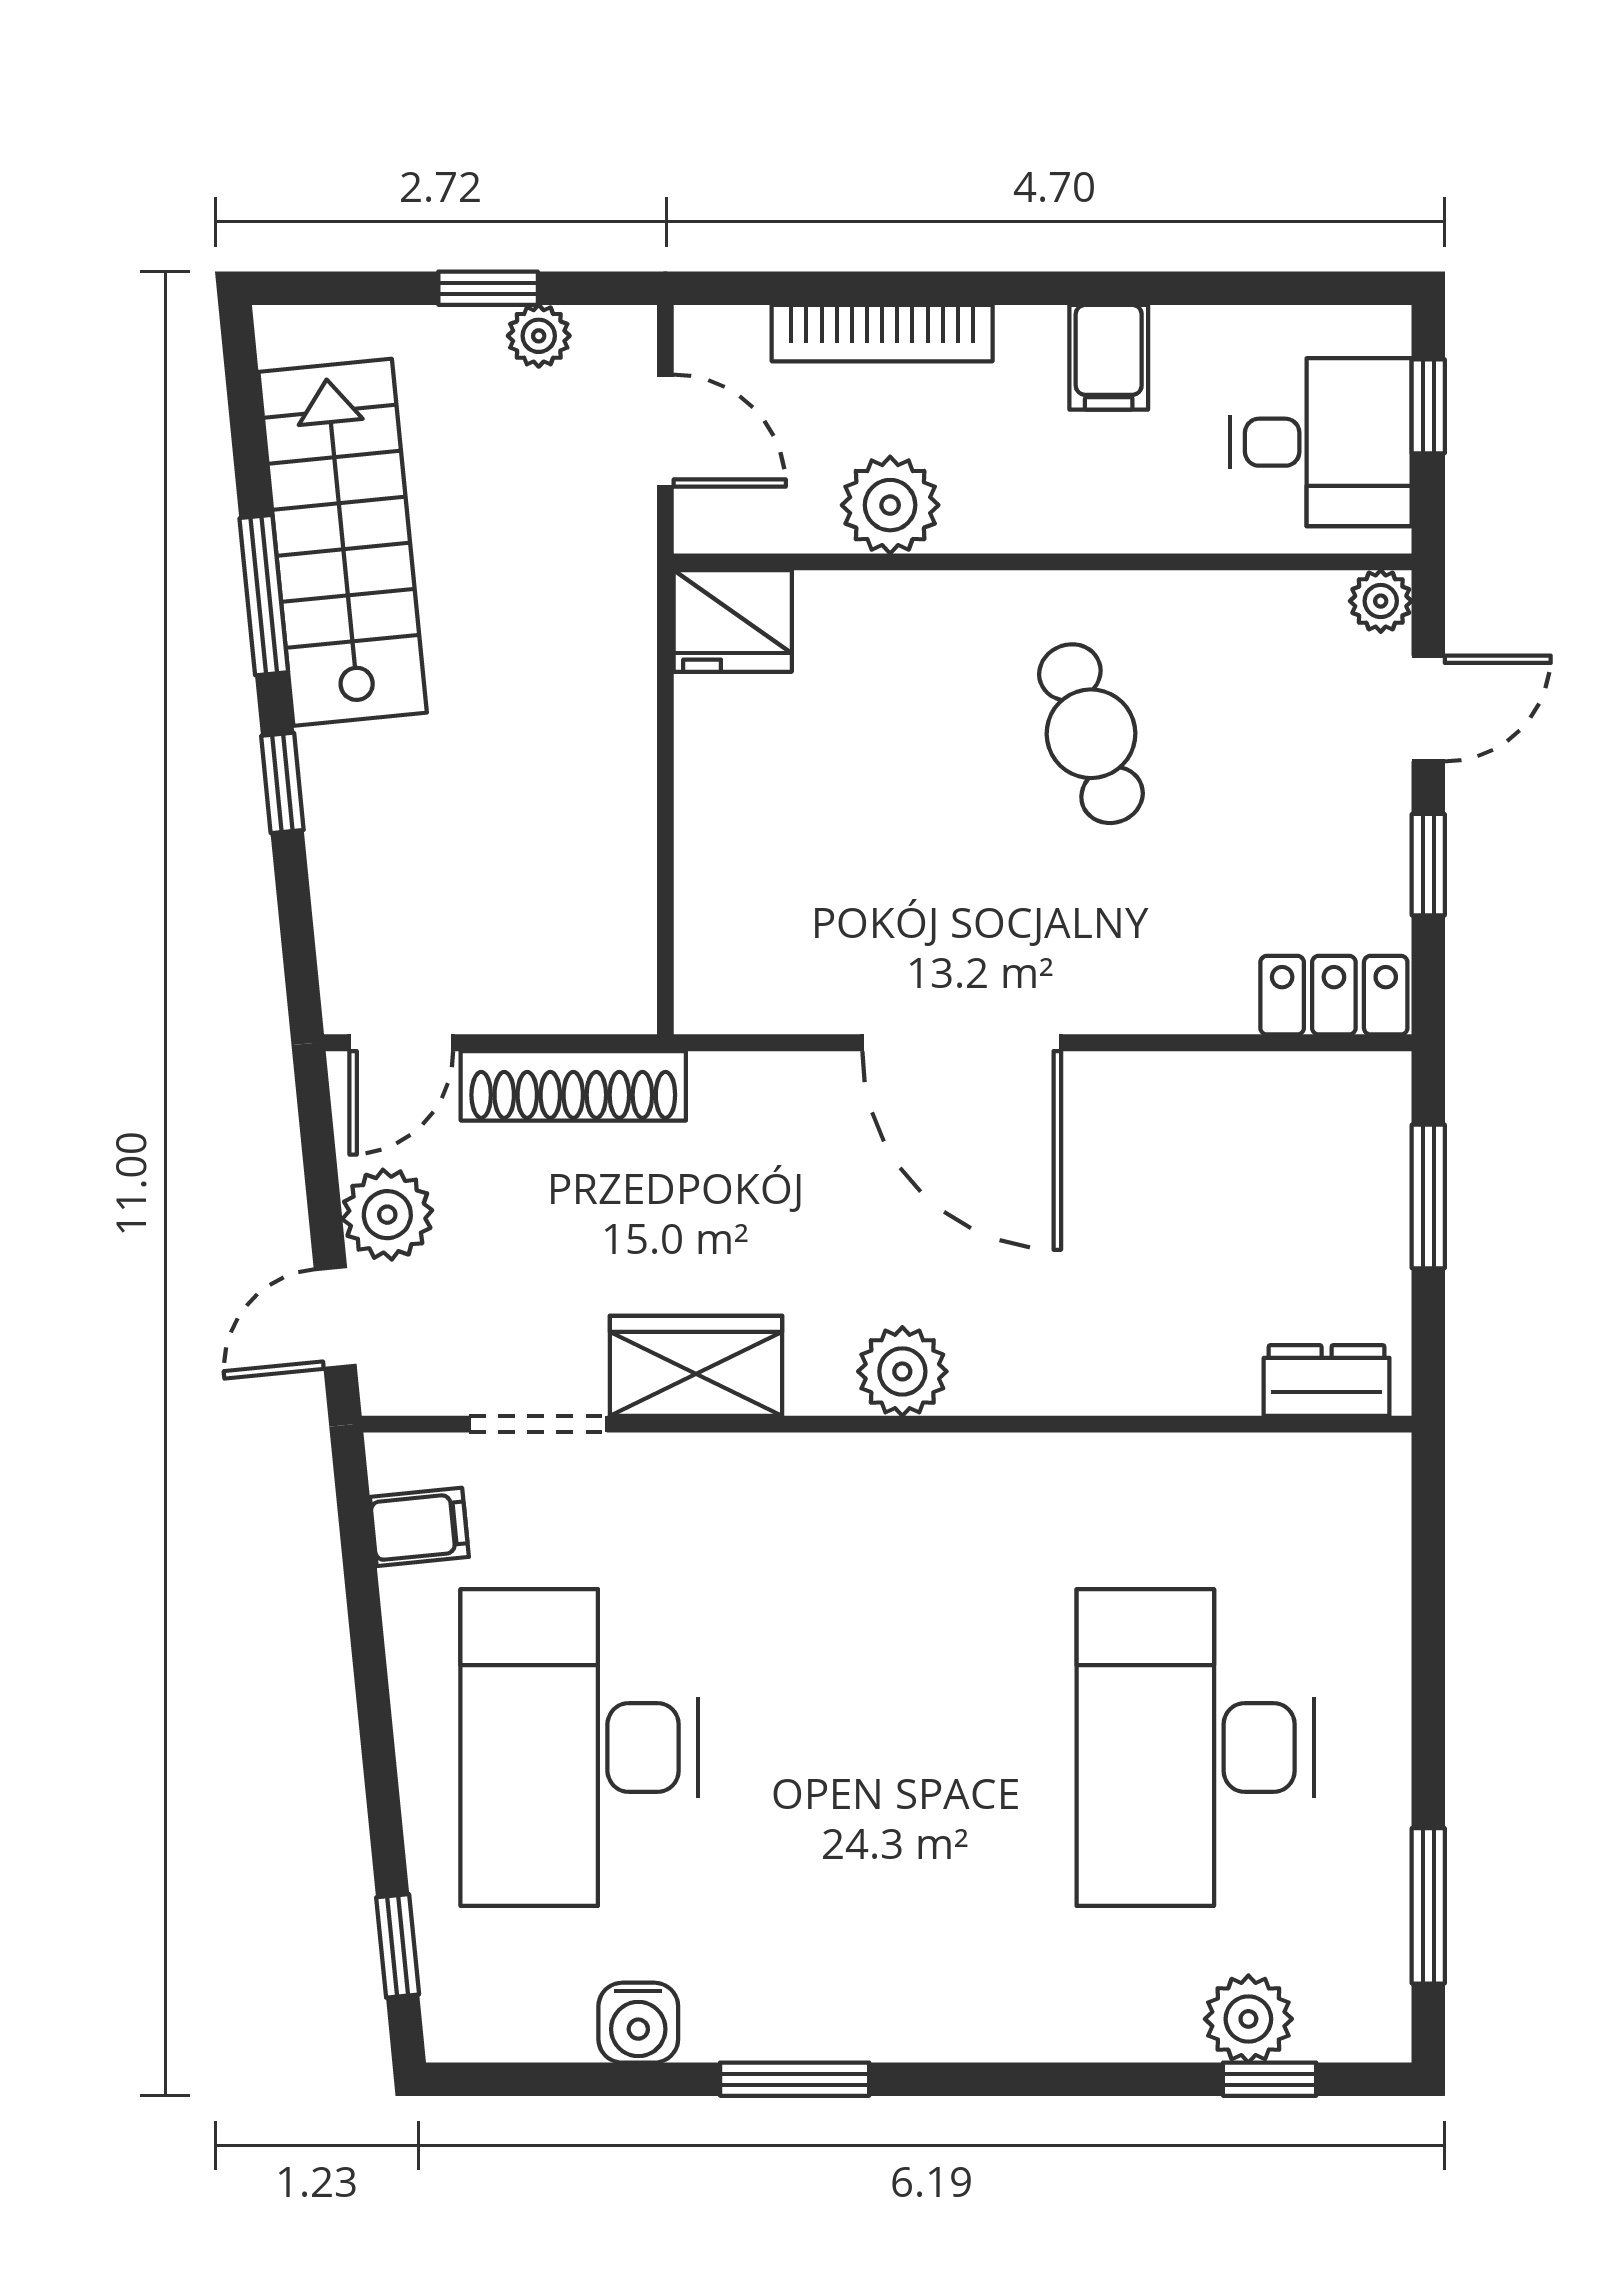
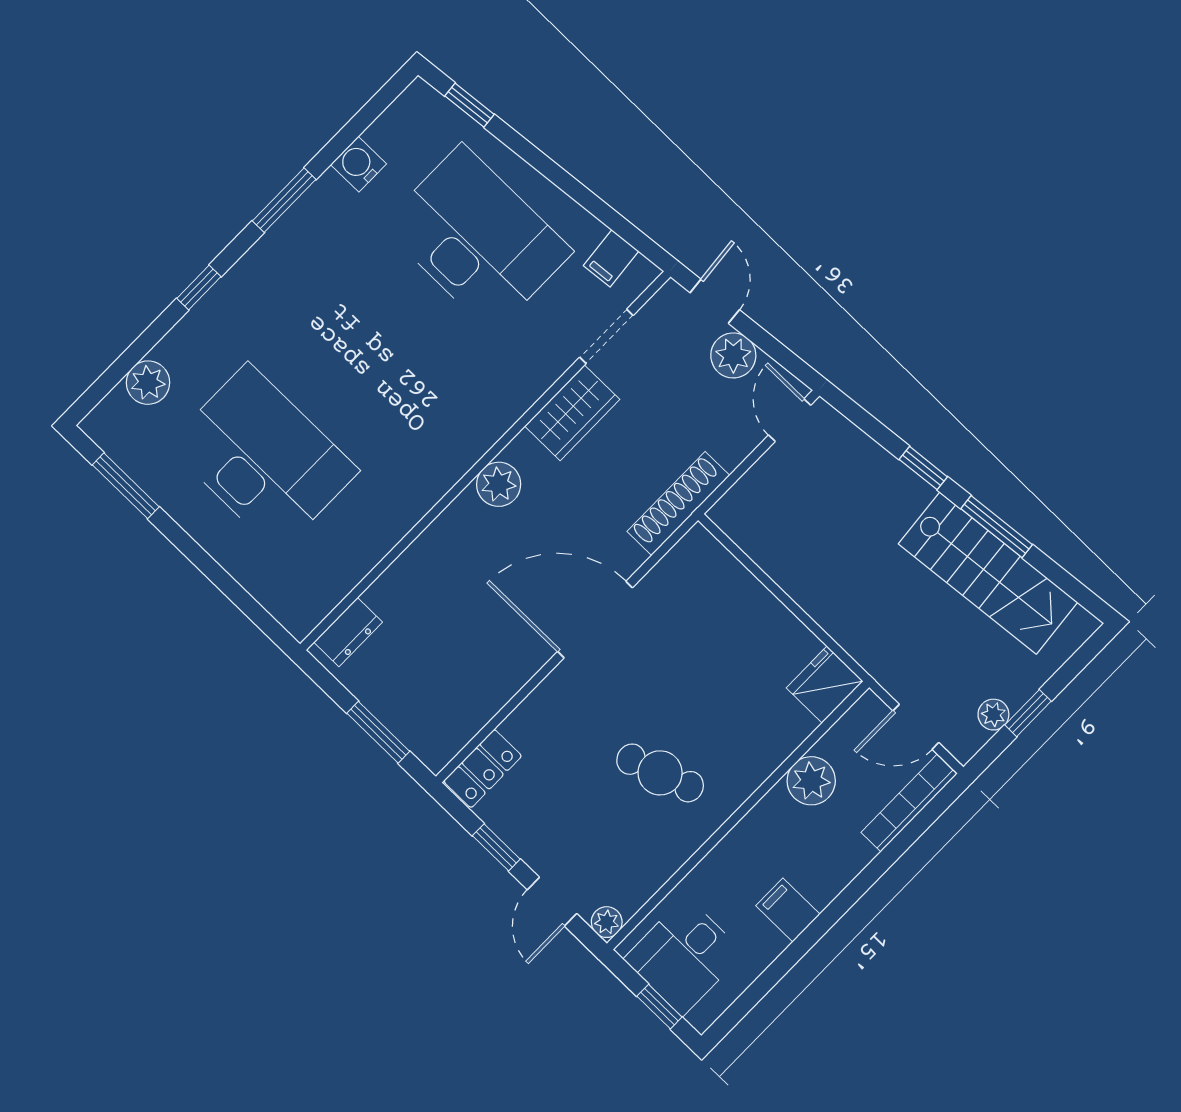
bookcase: (882, 333) -> (909, 803), moved
shoe rack: (573, 1086) -> (678, 503), moved
window: (1270, 2079) -> (199, 288), moved

